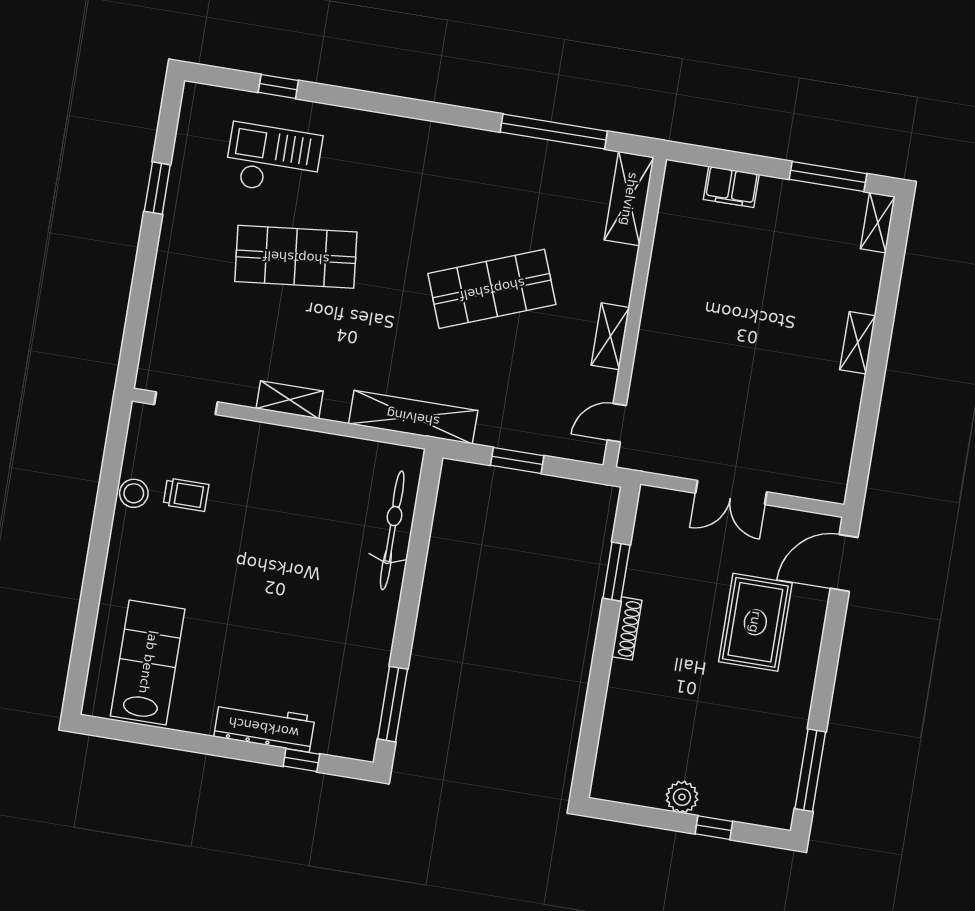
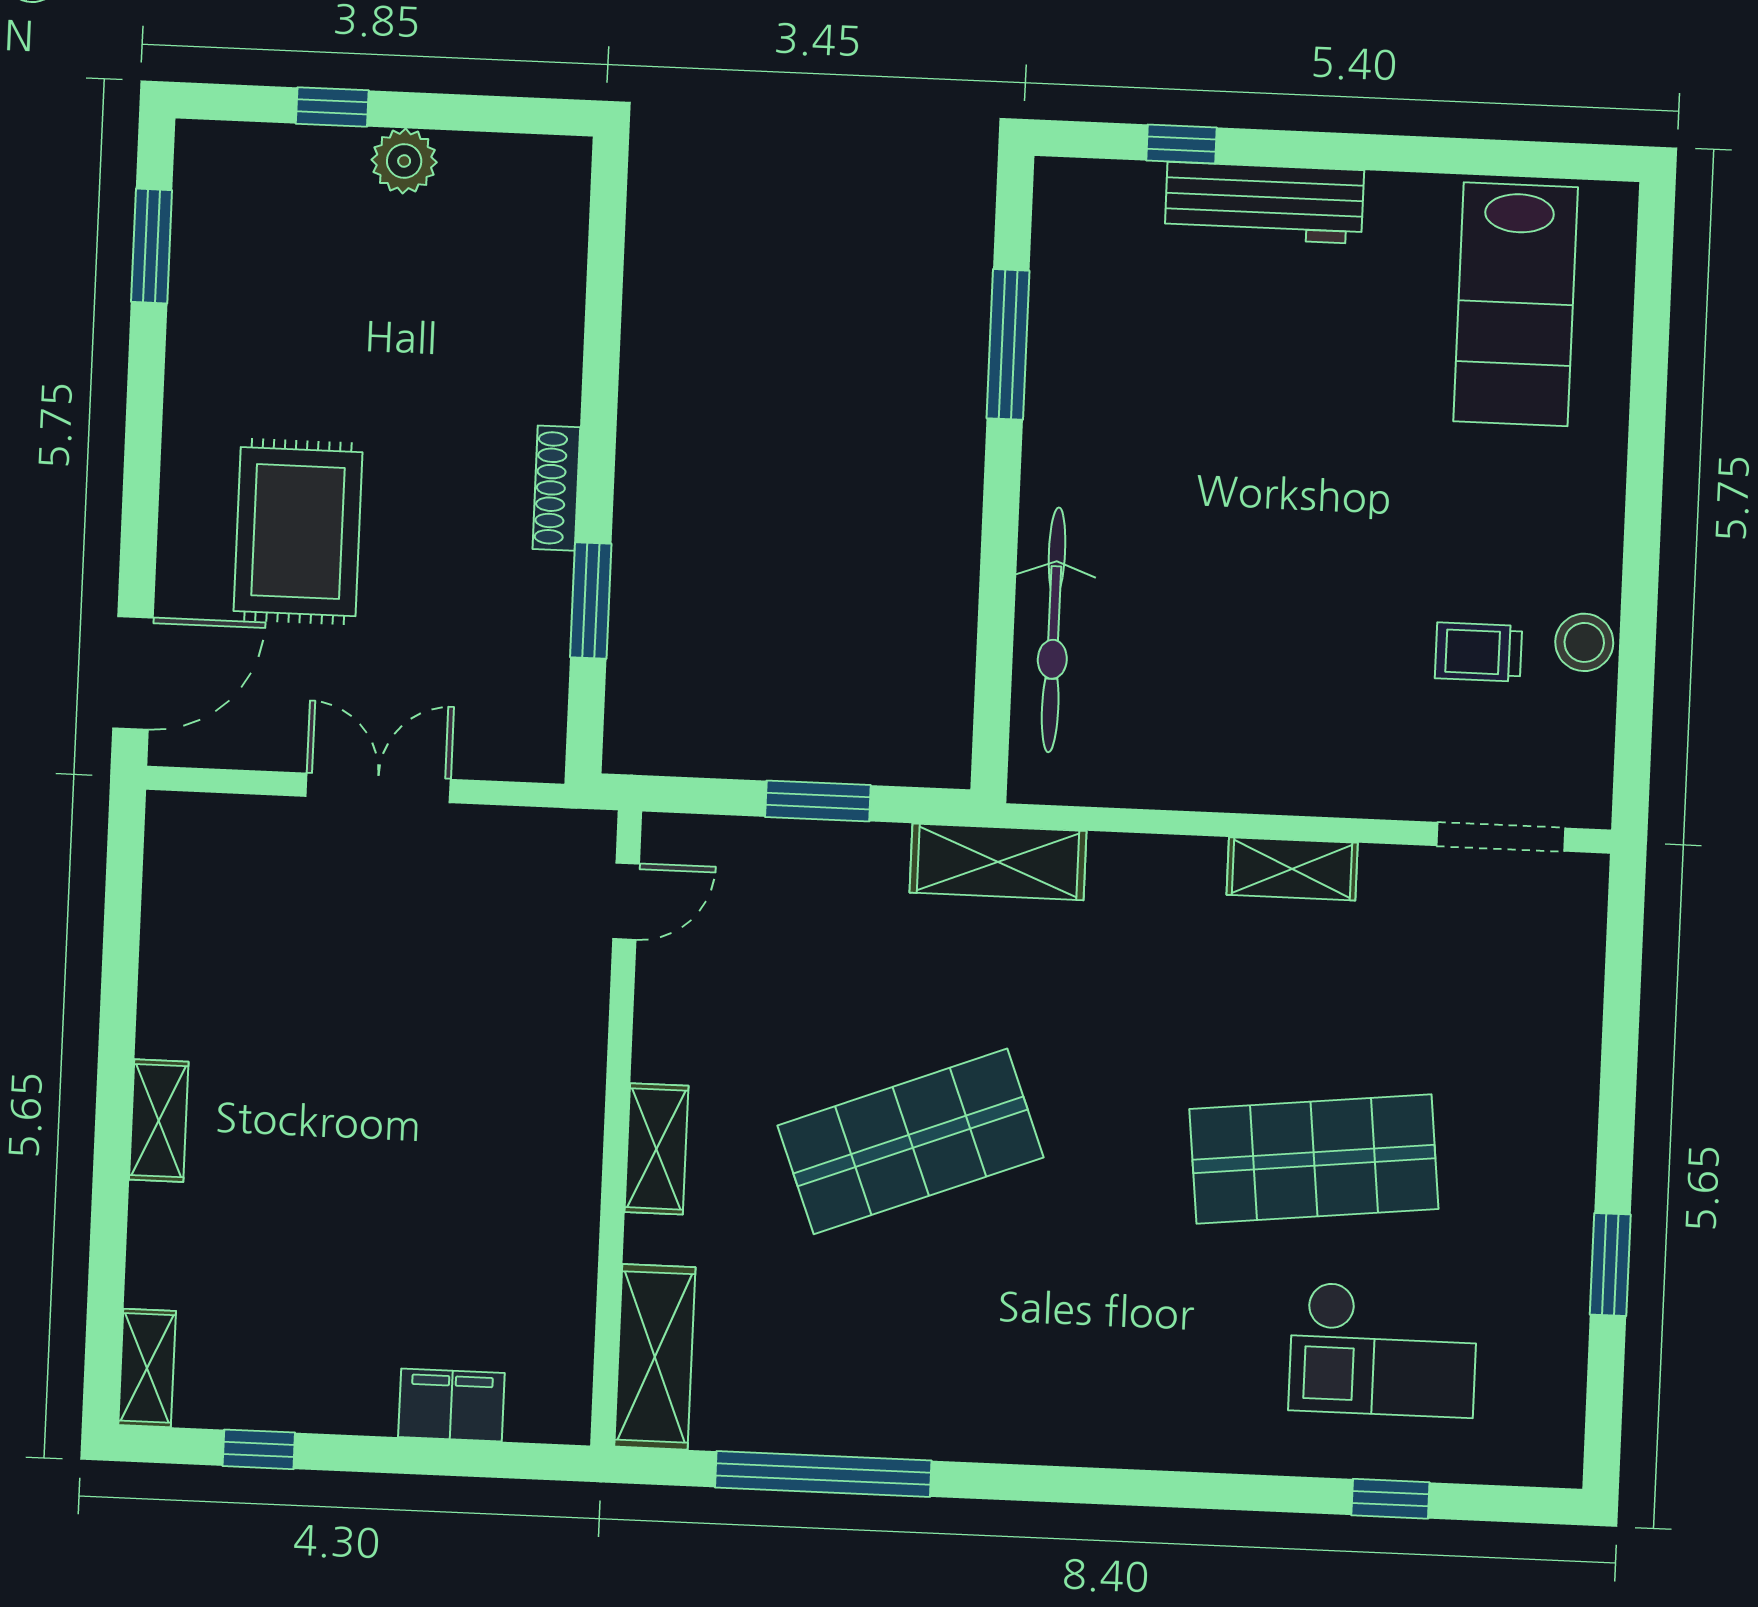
window: (828, 176) -> (259, 1449), width x0.46
shelving: (610, 336) -> (656, 1149), moved
shelving: (413, 417) -> (998, 862), width x0.68
window: (393, 704) -> (1008, 344), moved
window: (810, 770) -> (152, 246), width x0.69

